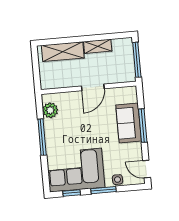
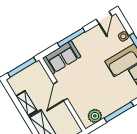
door: (93, 87) -> (60, 91), swing flipped
sofa: (129, 123) -> (62, 57), moved

